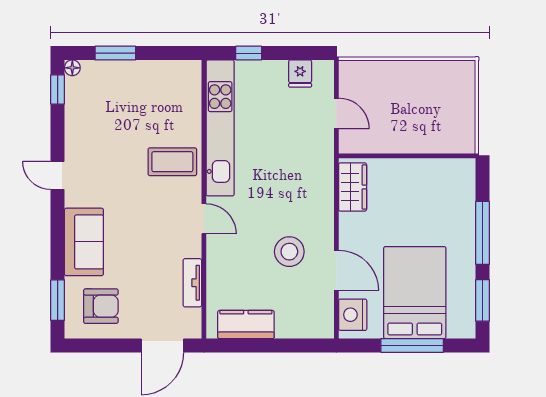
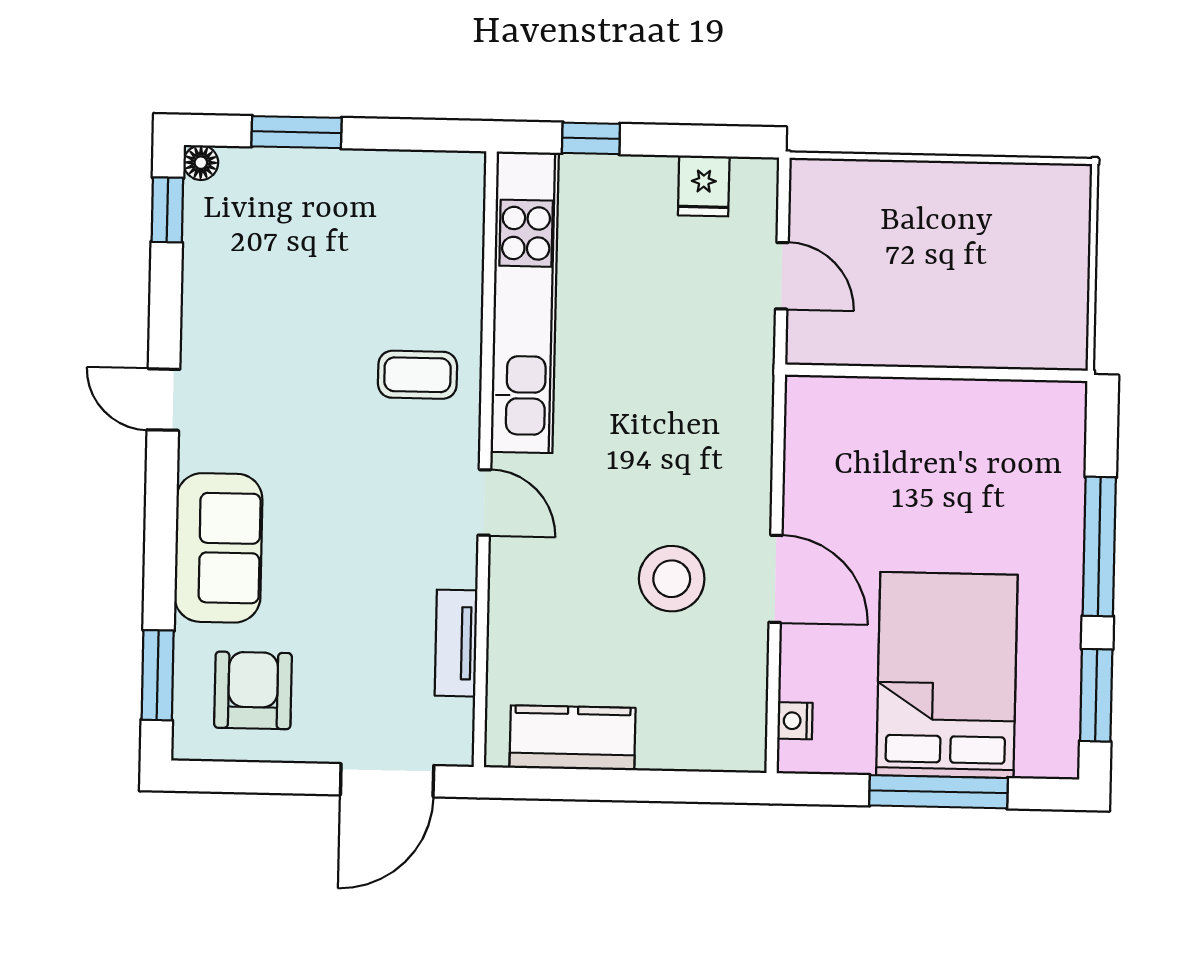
coffee table: (172, 162) -> (417, 375), width x0.73, depth x0.77
wardrobe: (353, 187) -> (814, 439), removed
door: (336, 270) -> (776, 579), moved
armchair: (101, 306) -> (253, 690), turned -90
nightstand: (353, 315) -> (795, 721), width x0.53, depth x0.56

